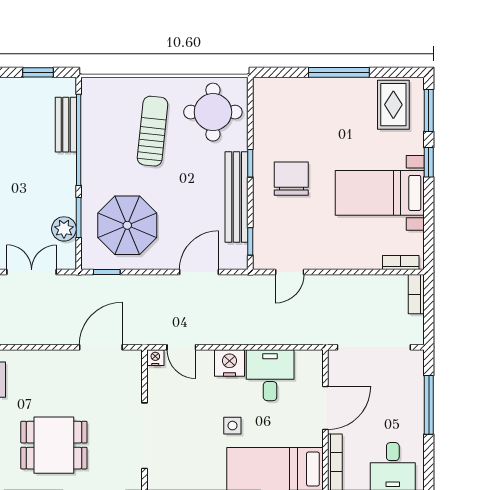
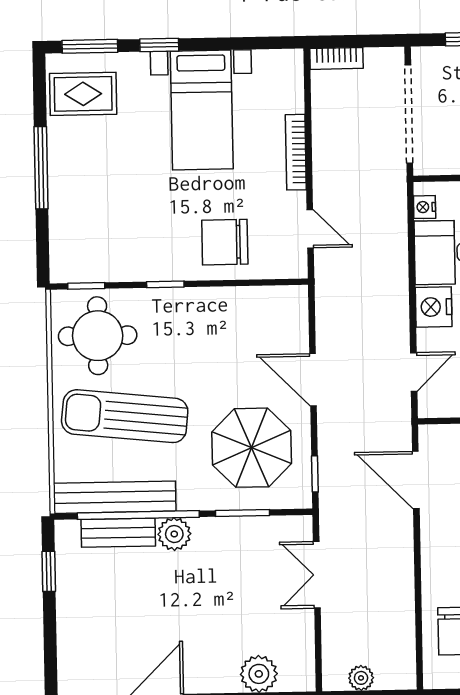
sun lounger: (153, 131) -> (125, 416), width x1.36, depth x1.34
chair: (291, 179) -> (225, 242), moved
bench: (237, 197) -> (115, 497), moved
plant: (64, 229) -> (174, 534), moved
window: (250, 241) -> (86, 286), moved
bookcase: (401, 262) -> (296, 152), moved, width x1.56
door: (199, 272) -> (313, 380), moved
nightstand: (155, 358) -> (425, 207), moved

